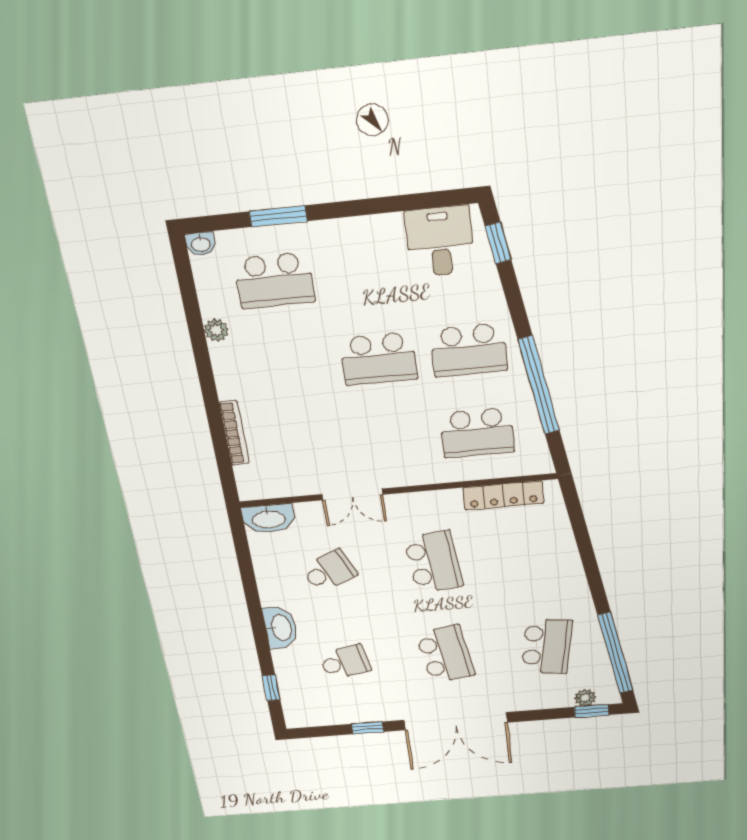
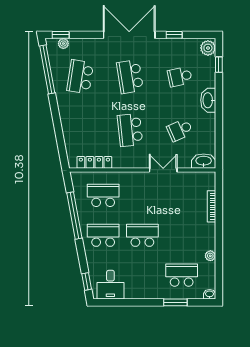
plant: (298, 713) -> (208, 48), added

